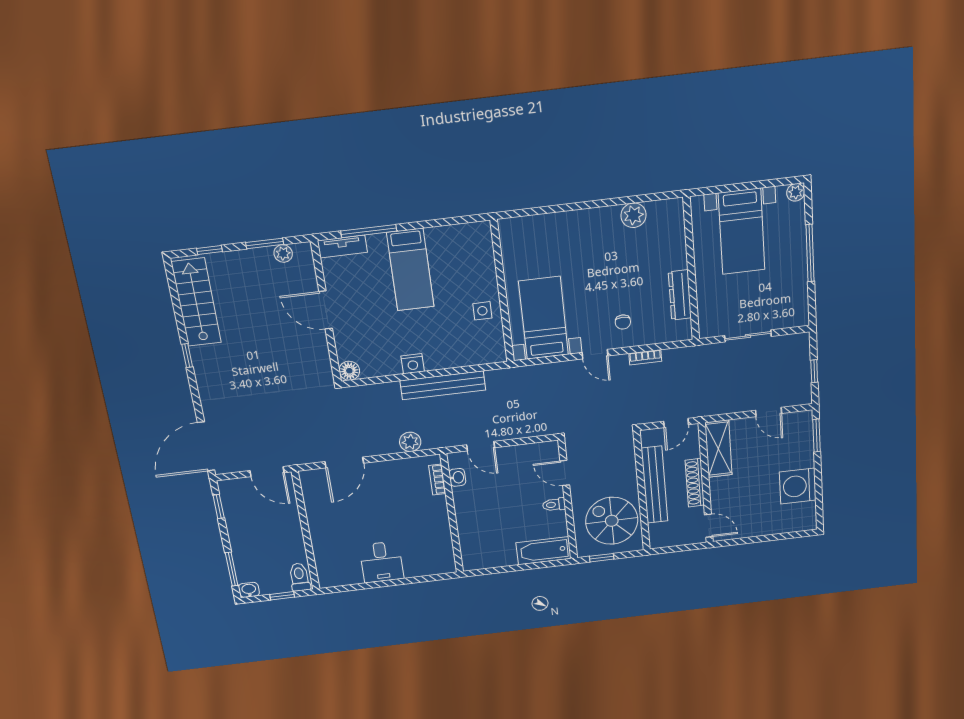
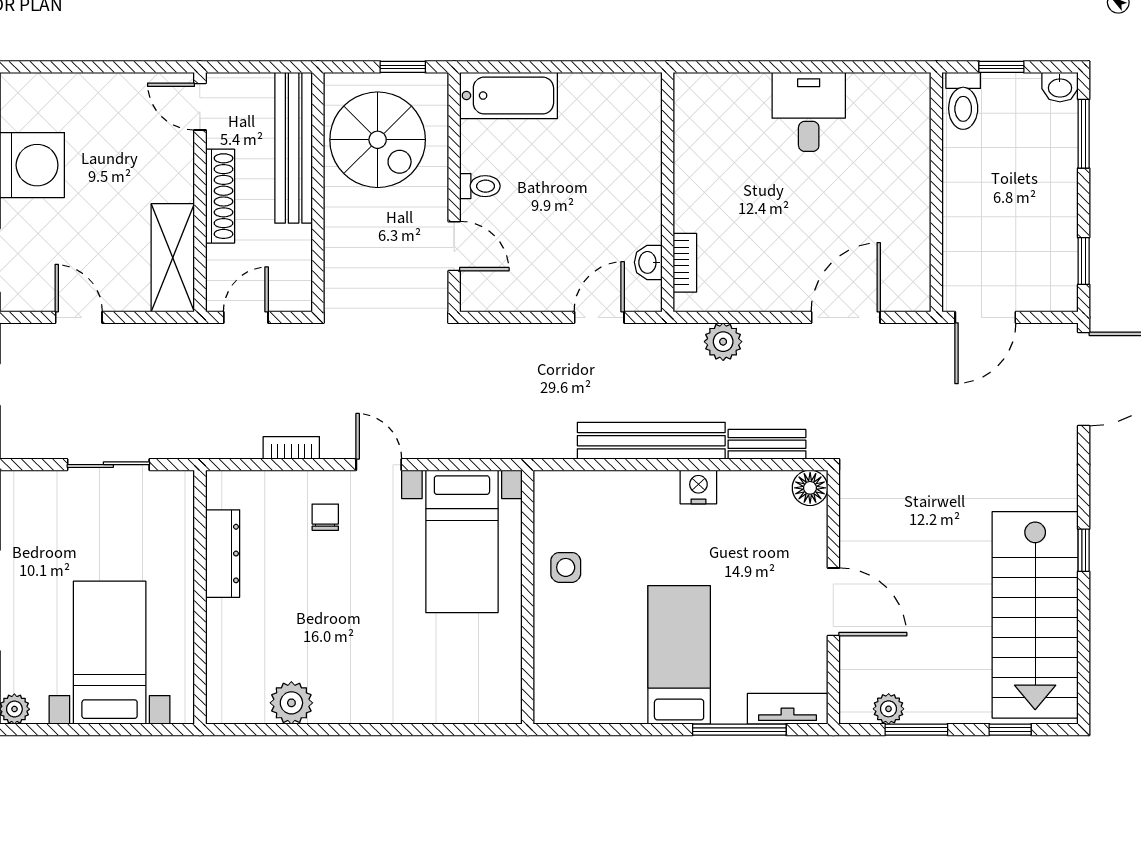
stairs: (196, 302) -> (1035, 615), width x1.36, depth x1.51
bench: (377, 391) -> (767, 444), added
door: (481, 446) -> (599, 317), hinge flipped
door: (267, 472) -> (985, 317), swing flipped
bench: (655, 485) -> (294, 148), moved

